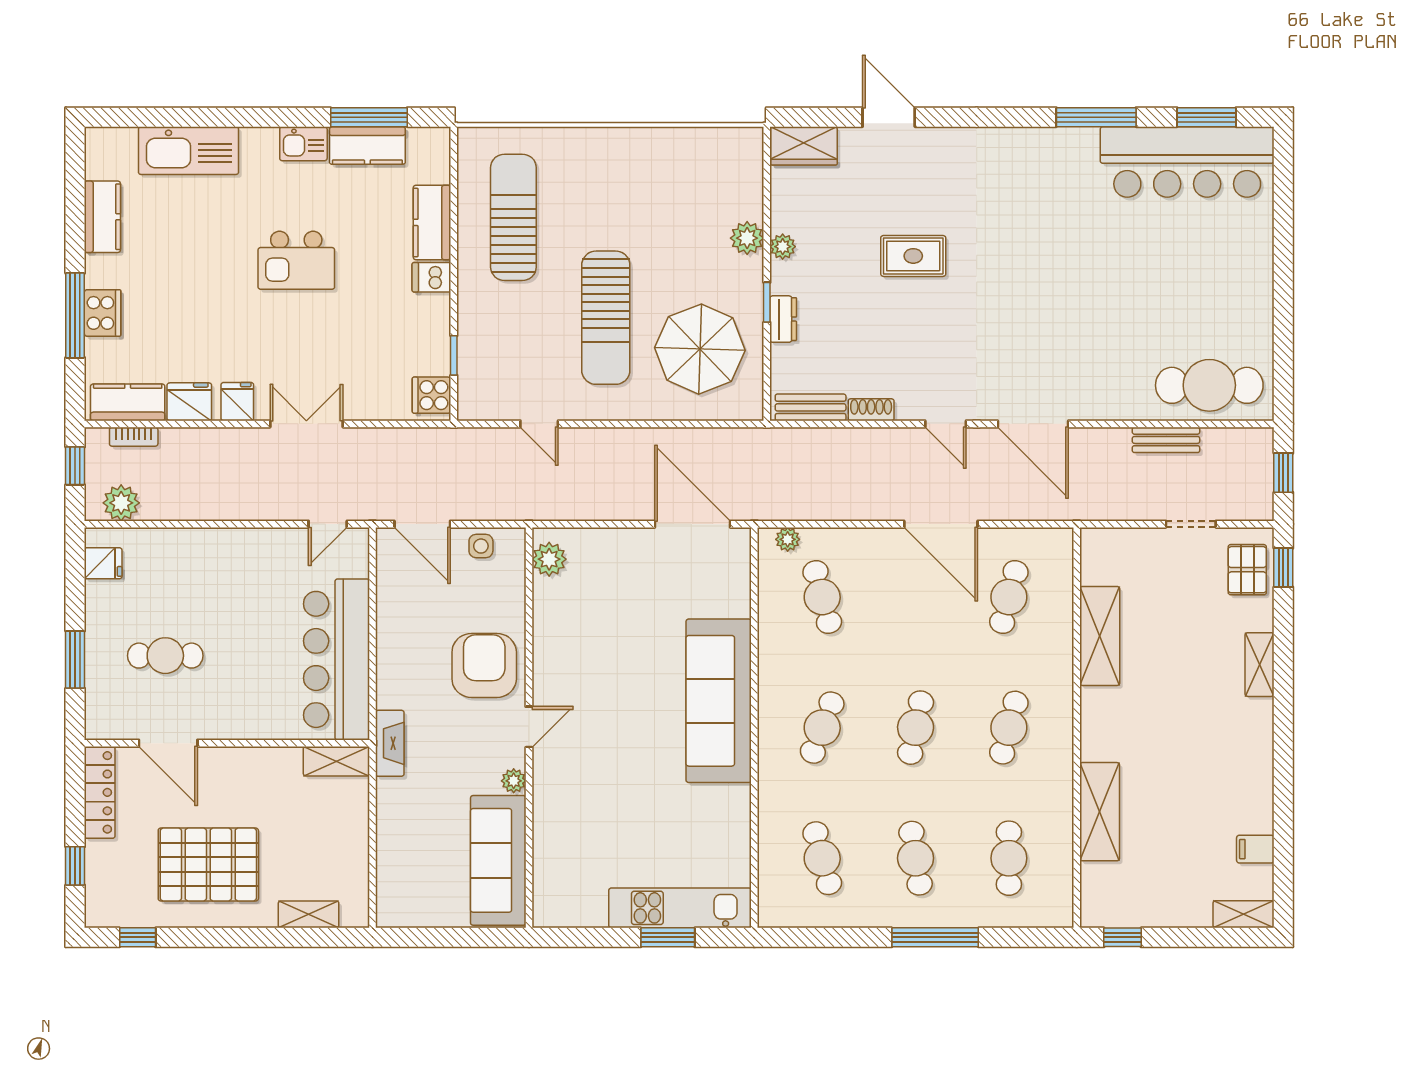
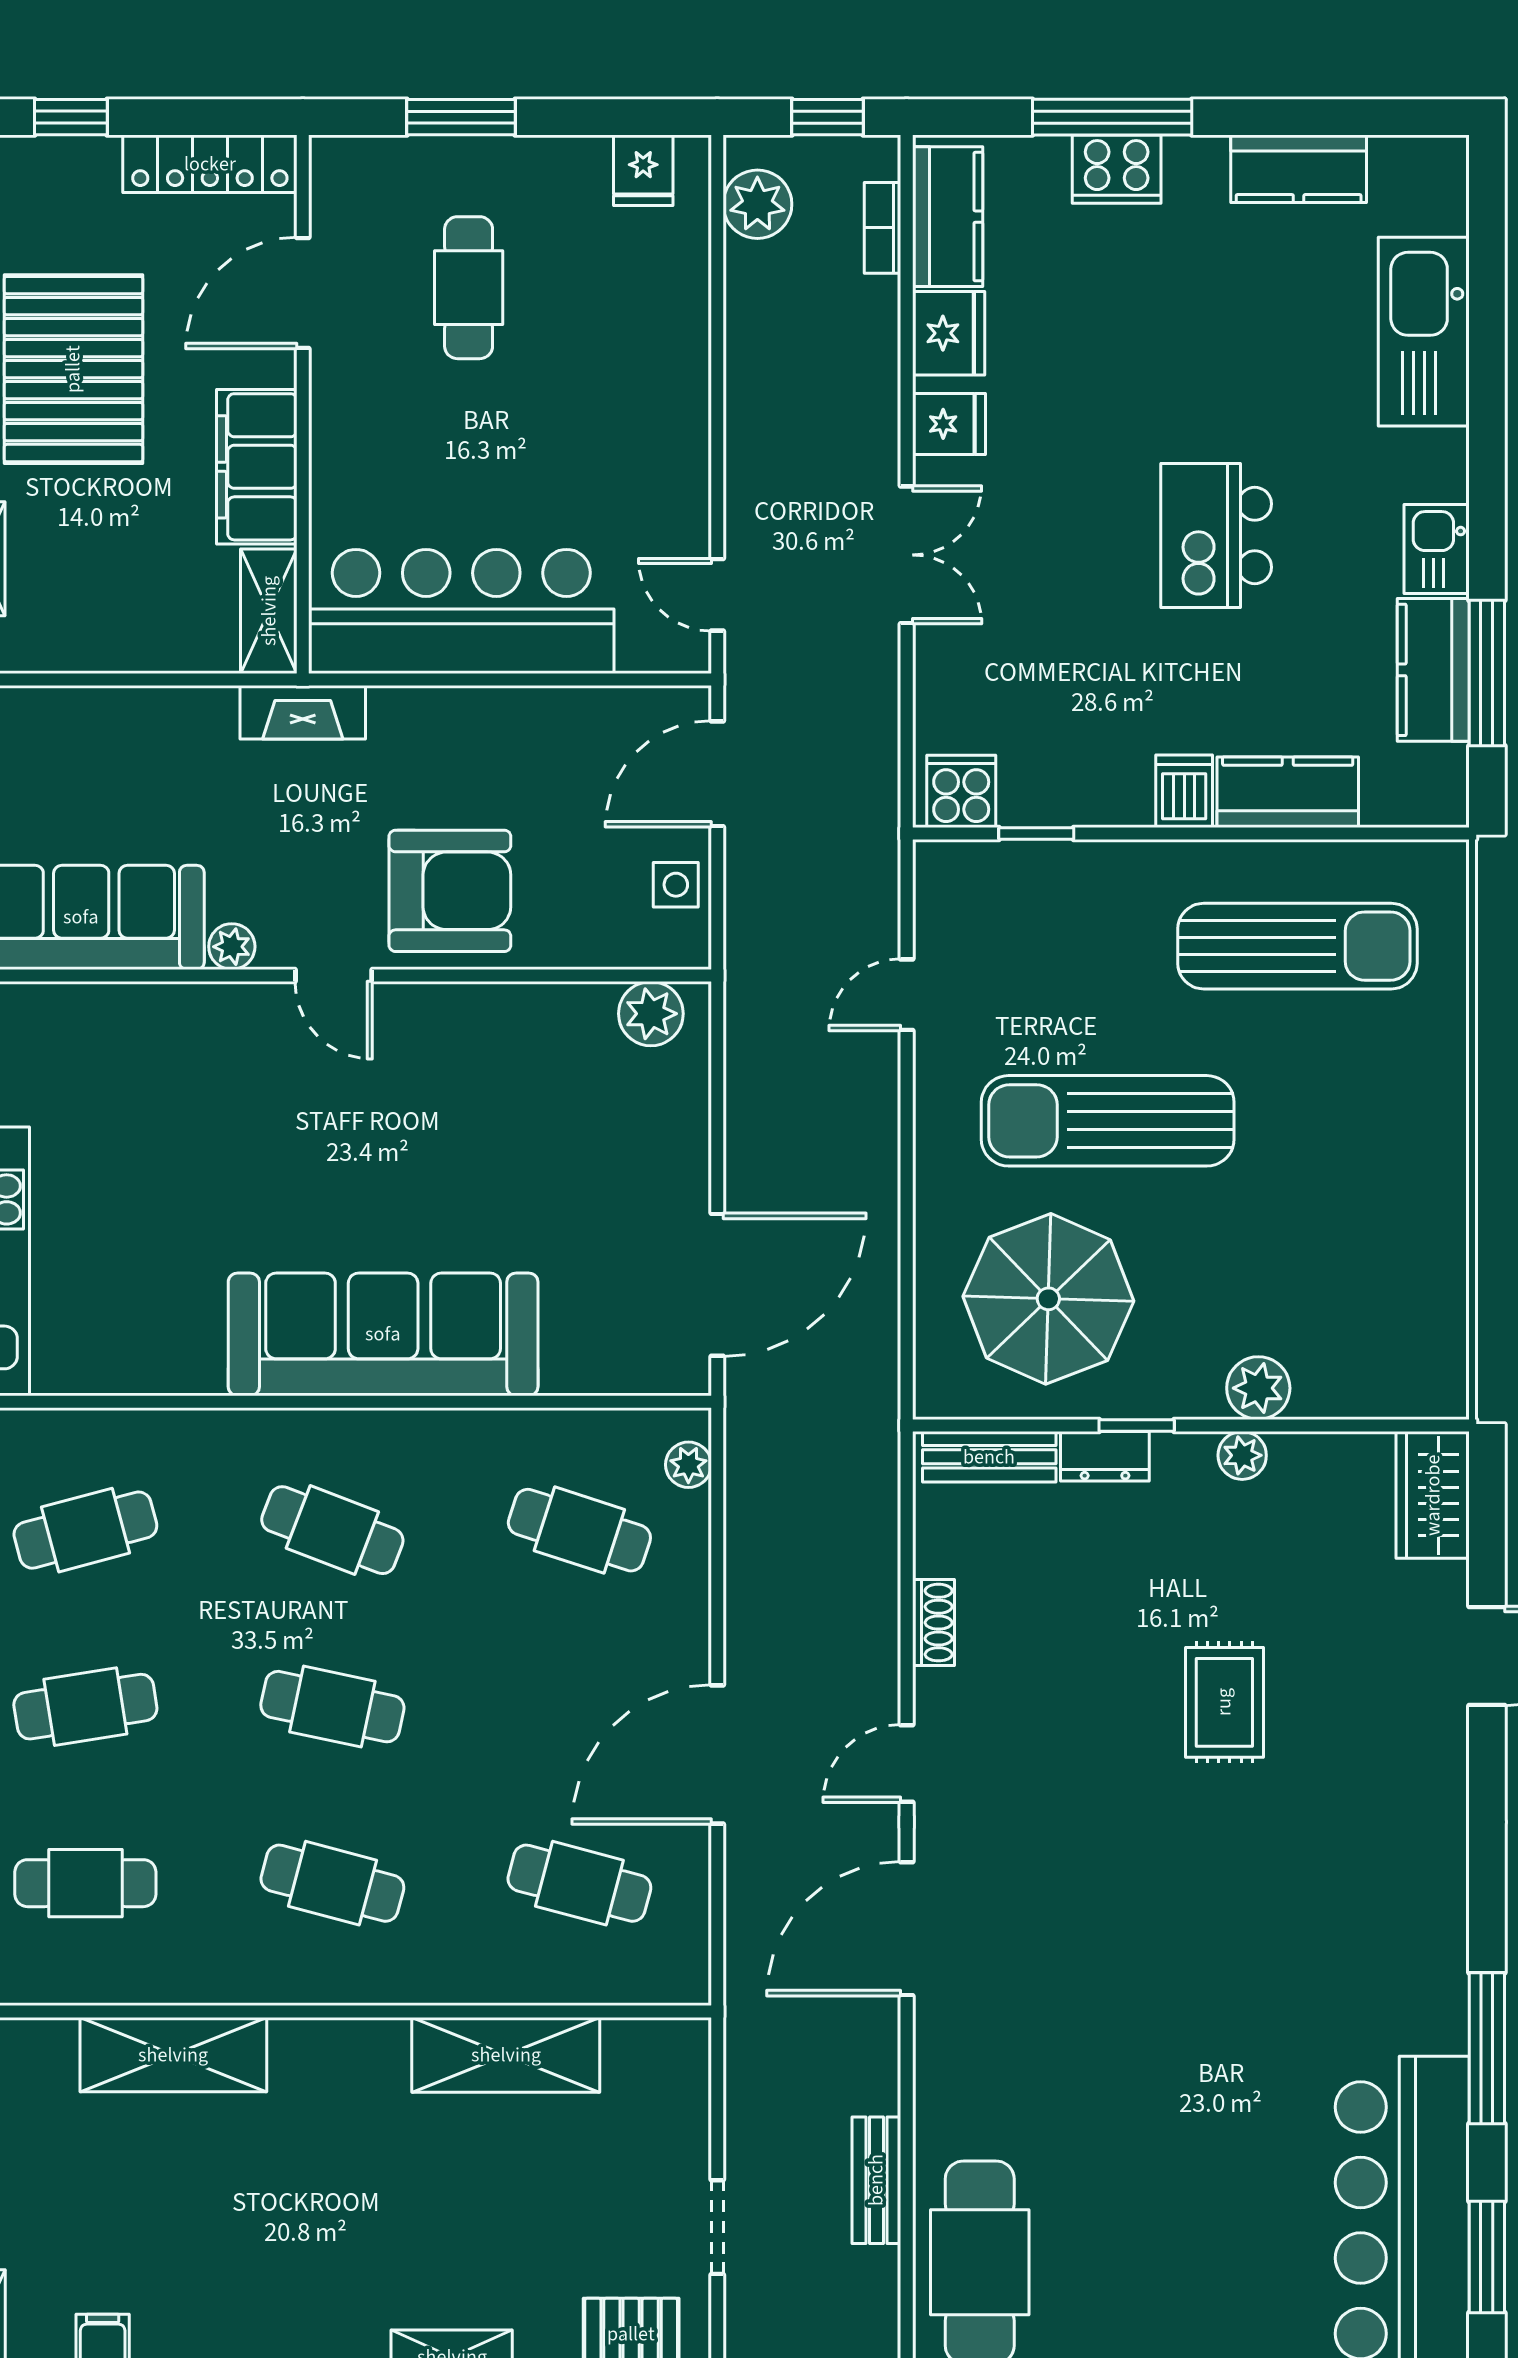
bench: (811, 407) -> (989, 1457), moved, turned 90
cafe table: (822, 597) -> (579, 1530), turned 33
filing cabinet: (260, 768) -> (257, 467), added

